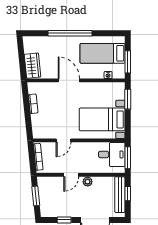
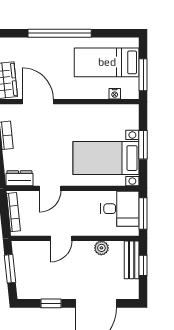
door: (69, 80) -> (38, 102), moved
window: (128, 99) -> (143, 145), moved
dresser: (42, 133) -> (19, 178), added
plant: (88, 182) -> (101, 248), moved
bench: (120, 195) -> (132, 260), width x0.73

